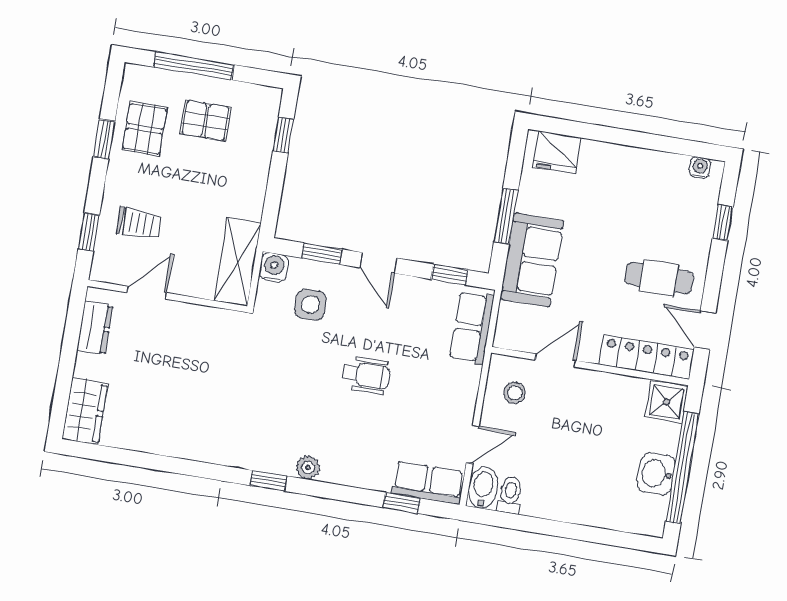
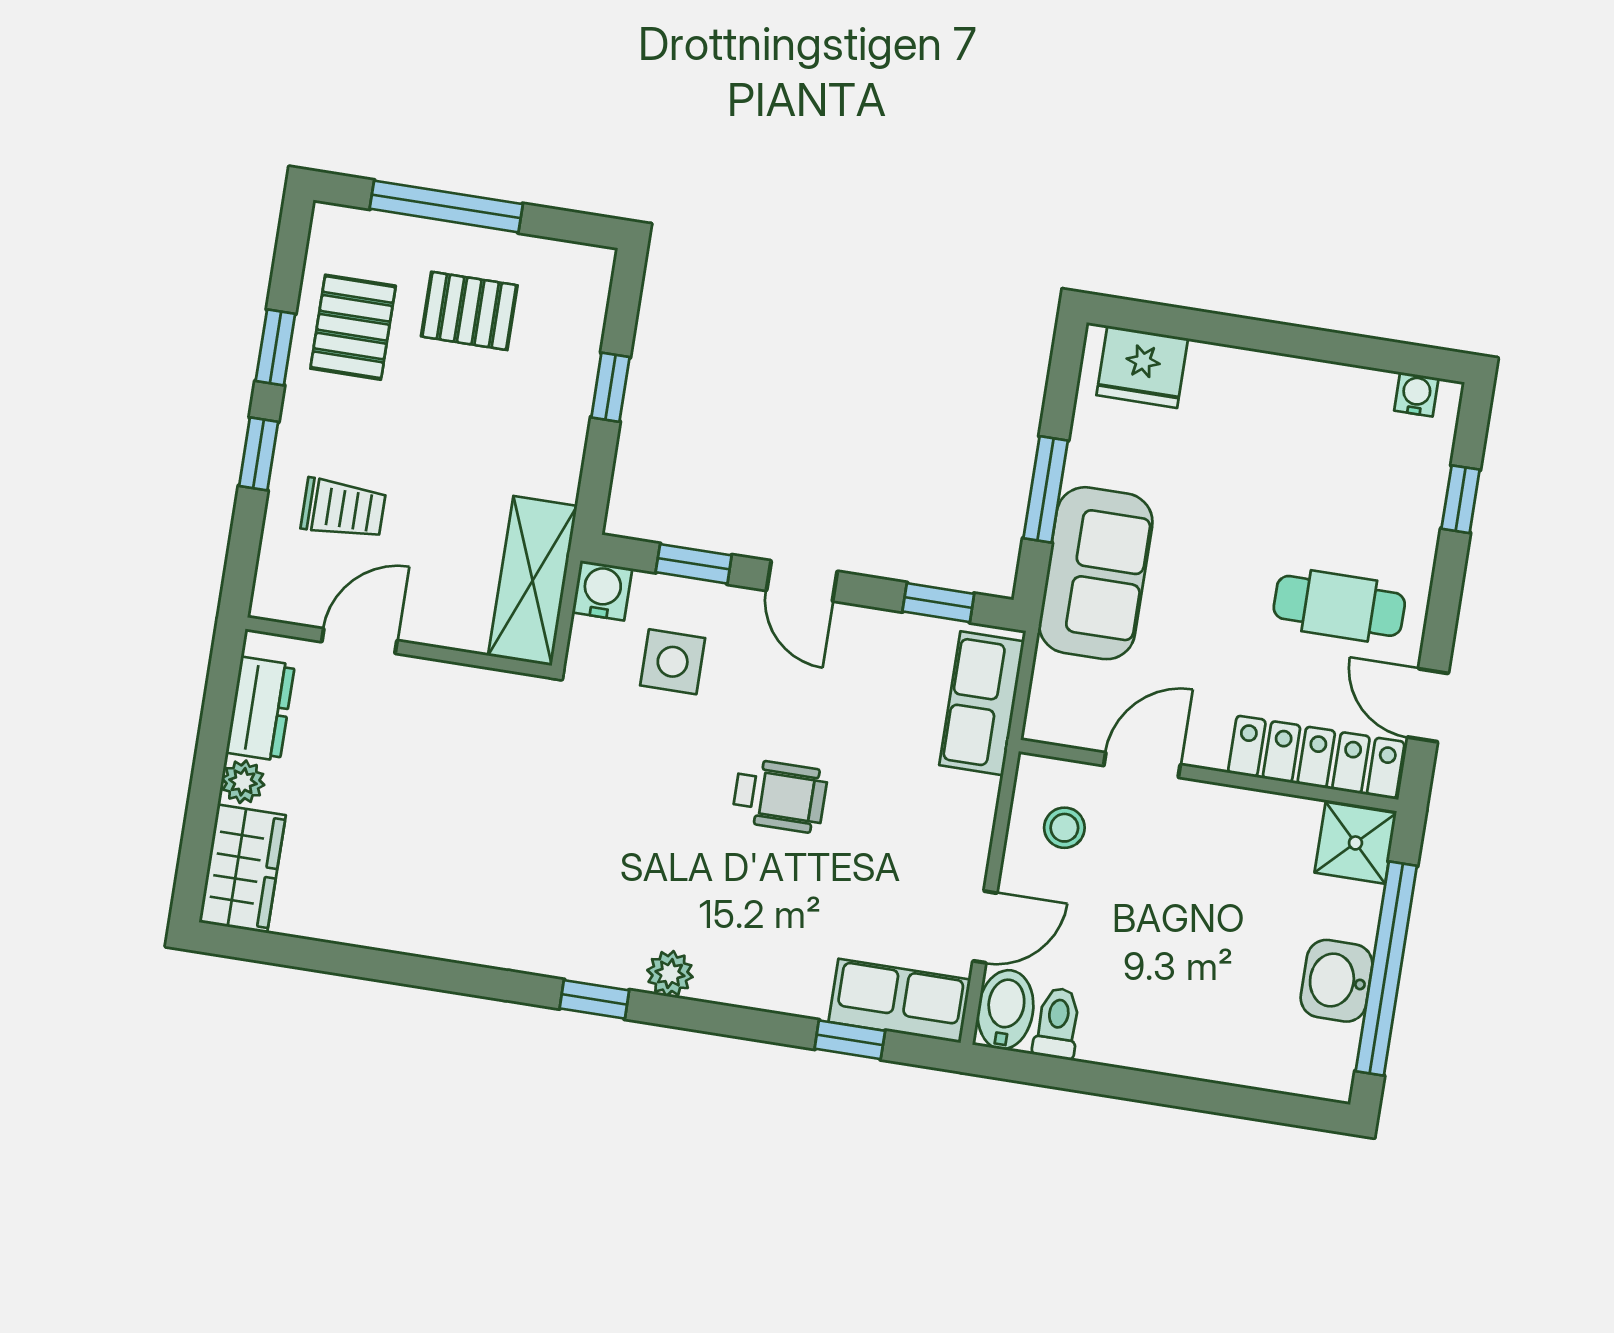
window: (283, 135) -> (610, 387), moved
window: (89, 232) -> (259, 454), moved
plant: (86, 366) -> (243, 782), added

